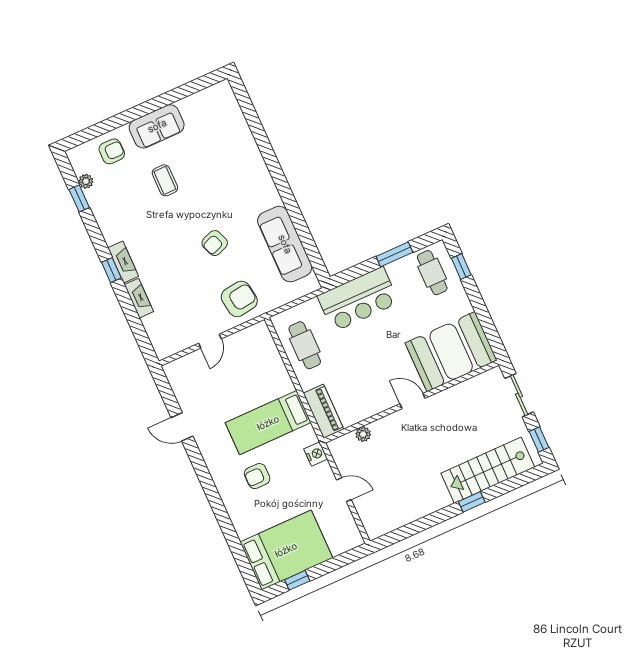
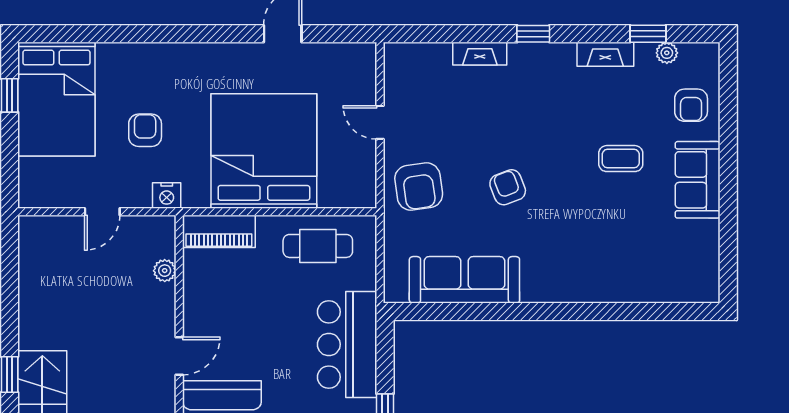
fireplace: (123, 262) -> (605, 54), moved
bed: (268, 423) -> (264, 151), width x2.04
armchair: (257, 476) -> (145, 130), moved

